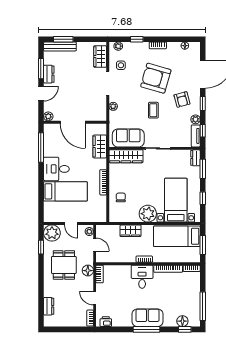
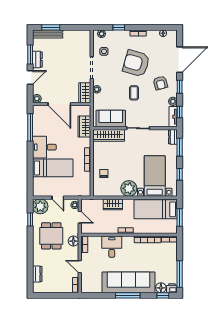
wardrobe: (100, 57) -> (85, 93), moved
desk: (142, 277) -> (112, 247), moved
sofa: (147, 318) -> (129, 282), width x1.85, depth x1.27
printer: (106, 322) -> (172, 288), moved

